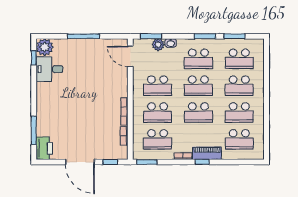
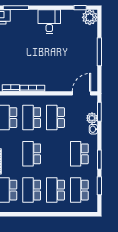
desk: (49, 69) -> (49, 22), moved
school desk: (198, 86) -> (55, 154), removed

